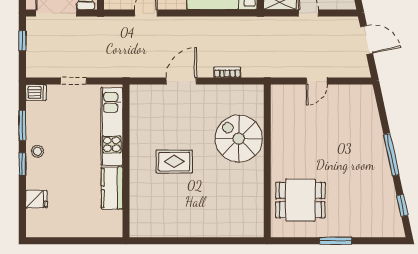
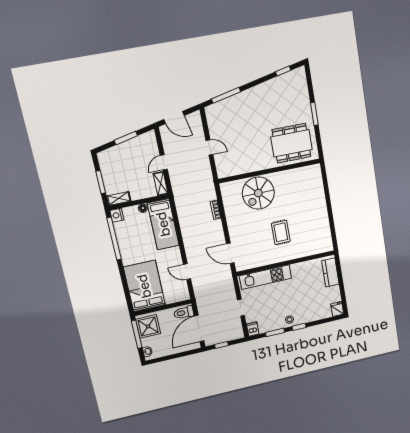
door: (367, 40) -> (174, 117), swing flipped
door: (181, 81) -> (230, 253), moved
window: (391, 155) -> (226, 95), moved
kitchen counter: (112, 188) -> (330, 272), moved, turned 90
fridge: (36, 199) -> (337, 309), moved
dining table: (300, 200) -> (292, 143), width x1.38

